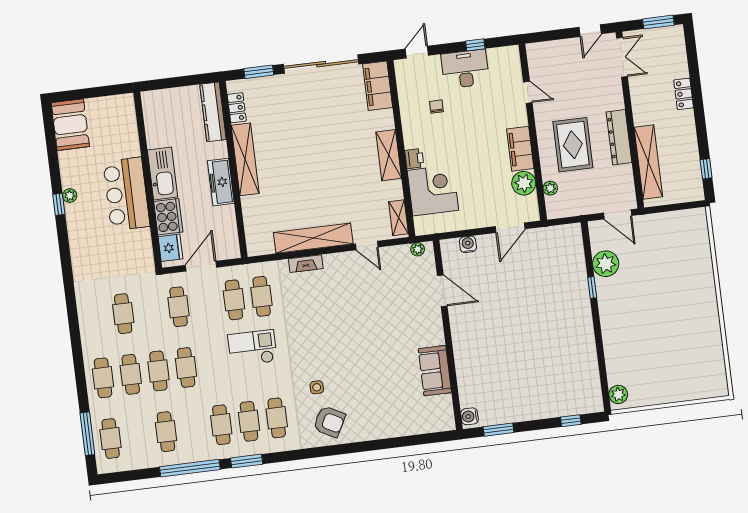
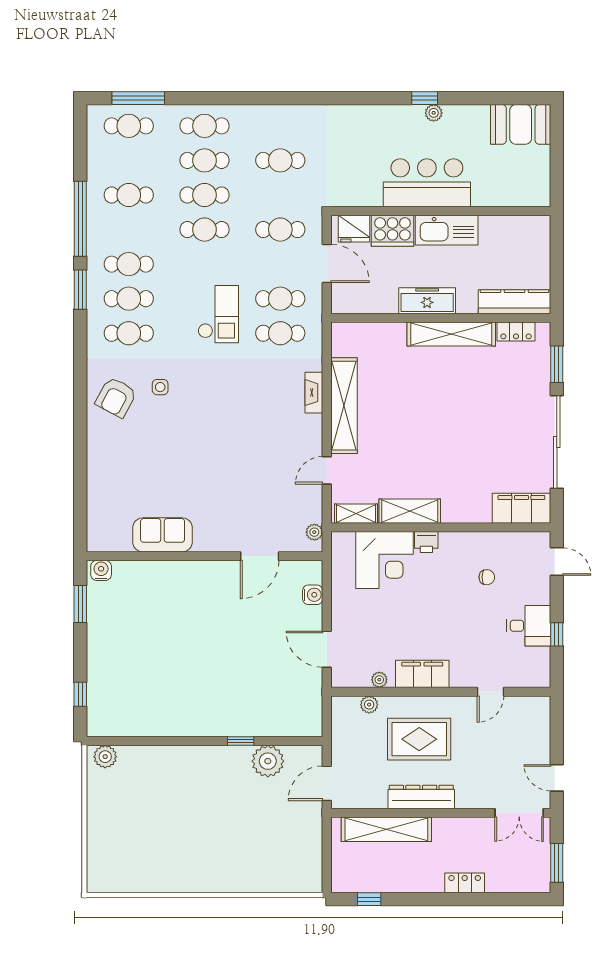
desk: (465, 69) -> (529, 626), width x0.73
shelving: (389, 155) -> (410, 511), moved
plant: (524, 183) -> (379, 680), width x0.53, depth x0.53

